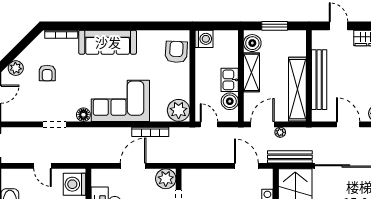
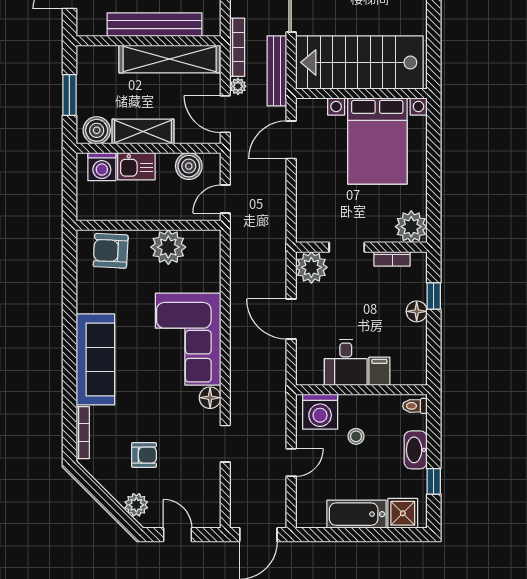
washing machine: (204, 39) -> (102, 167), moved, turned 180
kitchen sink: (230, 80) -> (136, 166), moved
plant: (179, 110) -> (168, 247), moved
bookcase: (150, 132) -> (237, 47), moved

